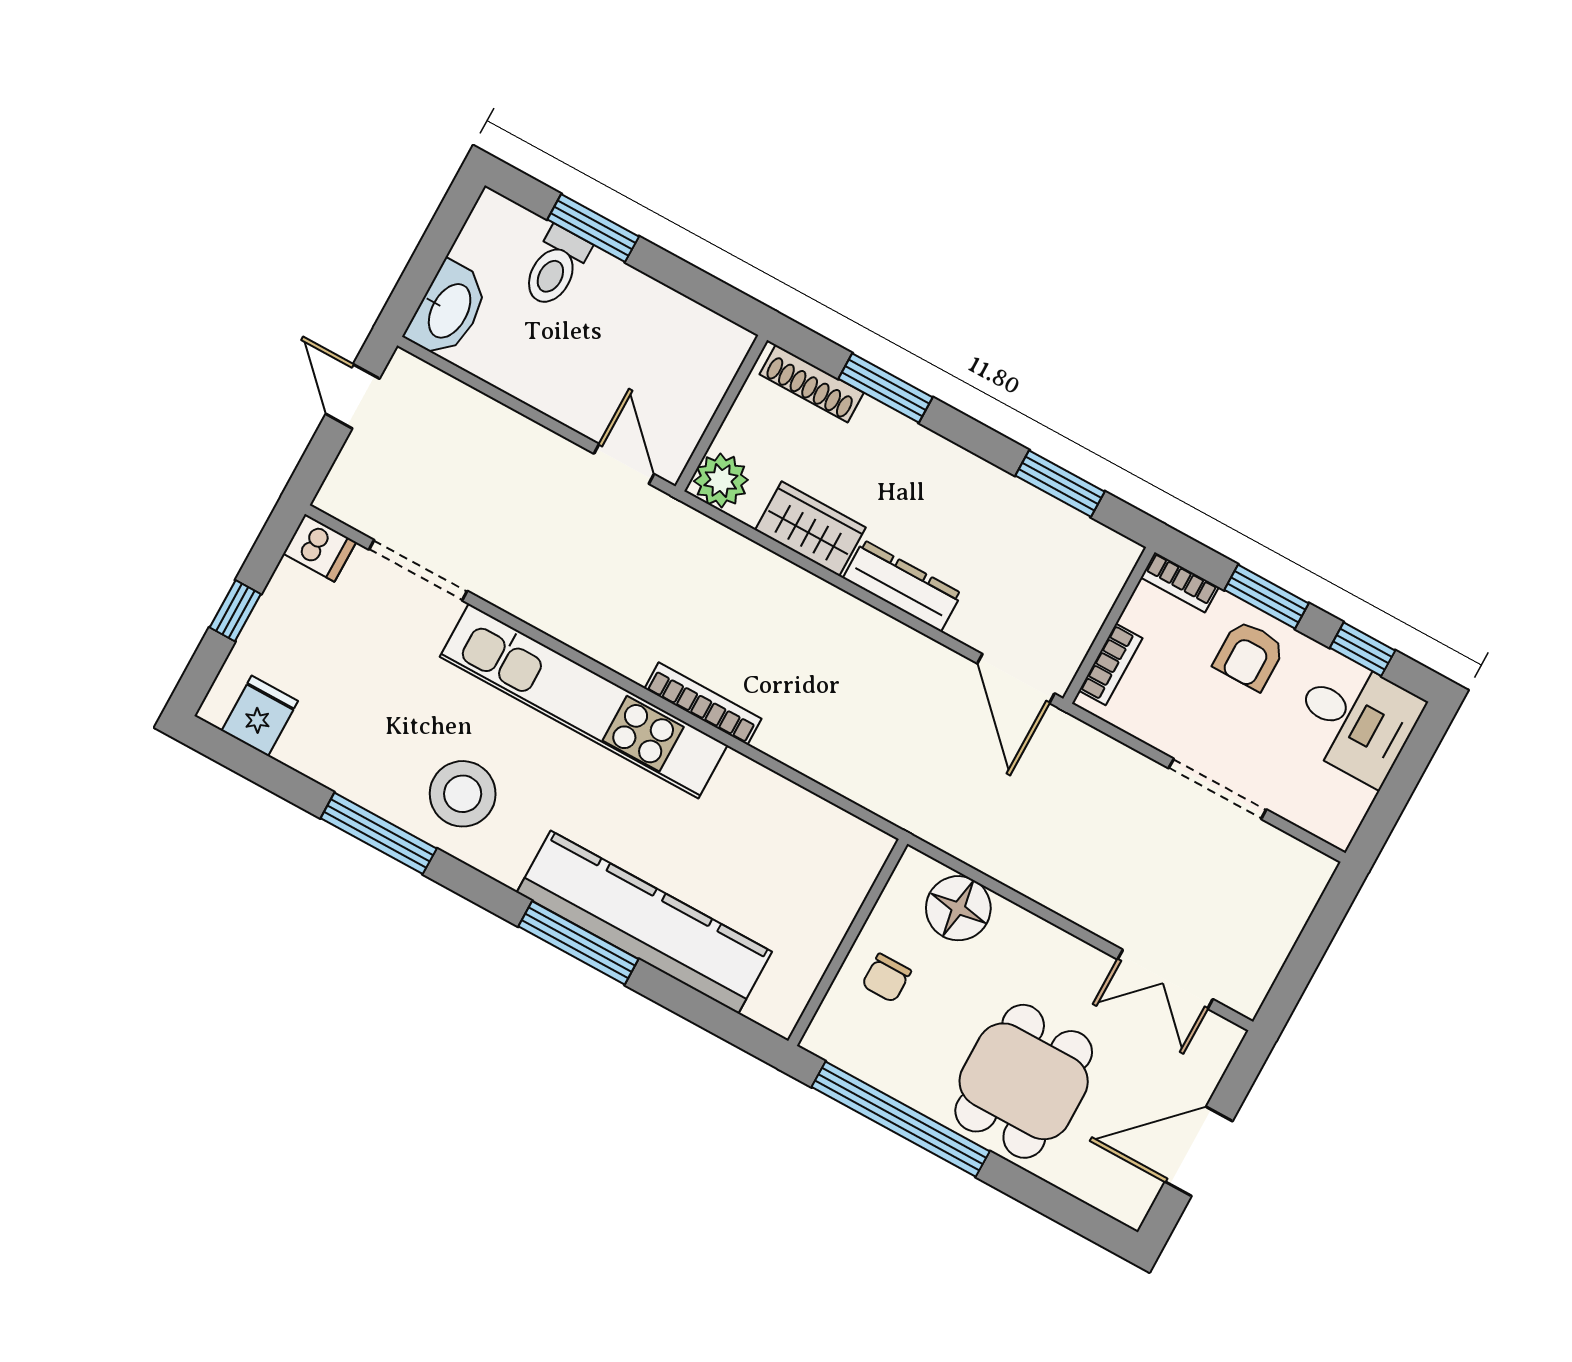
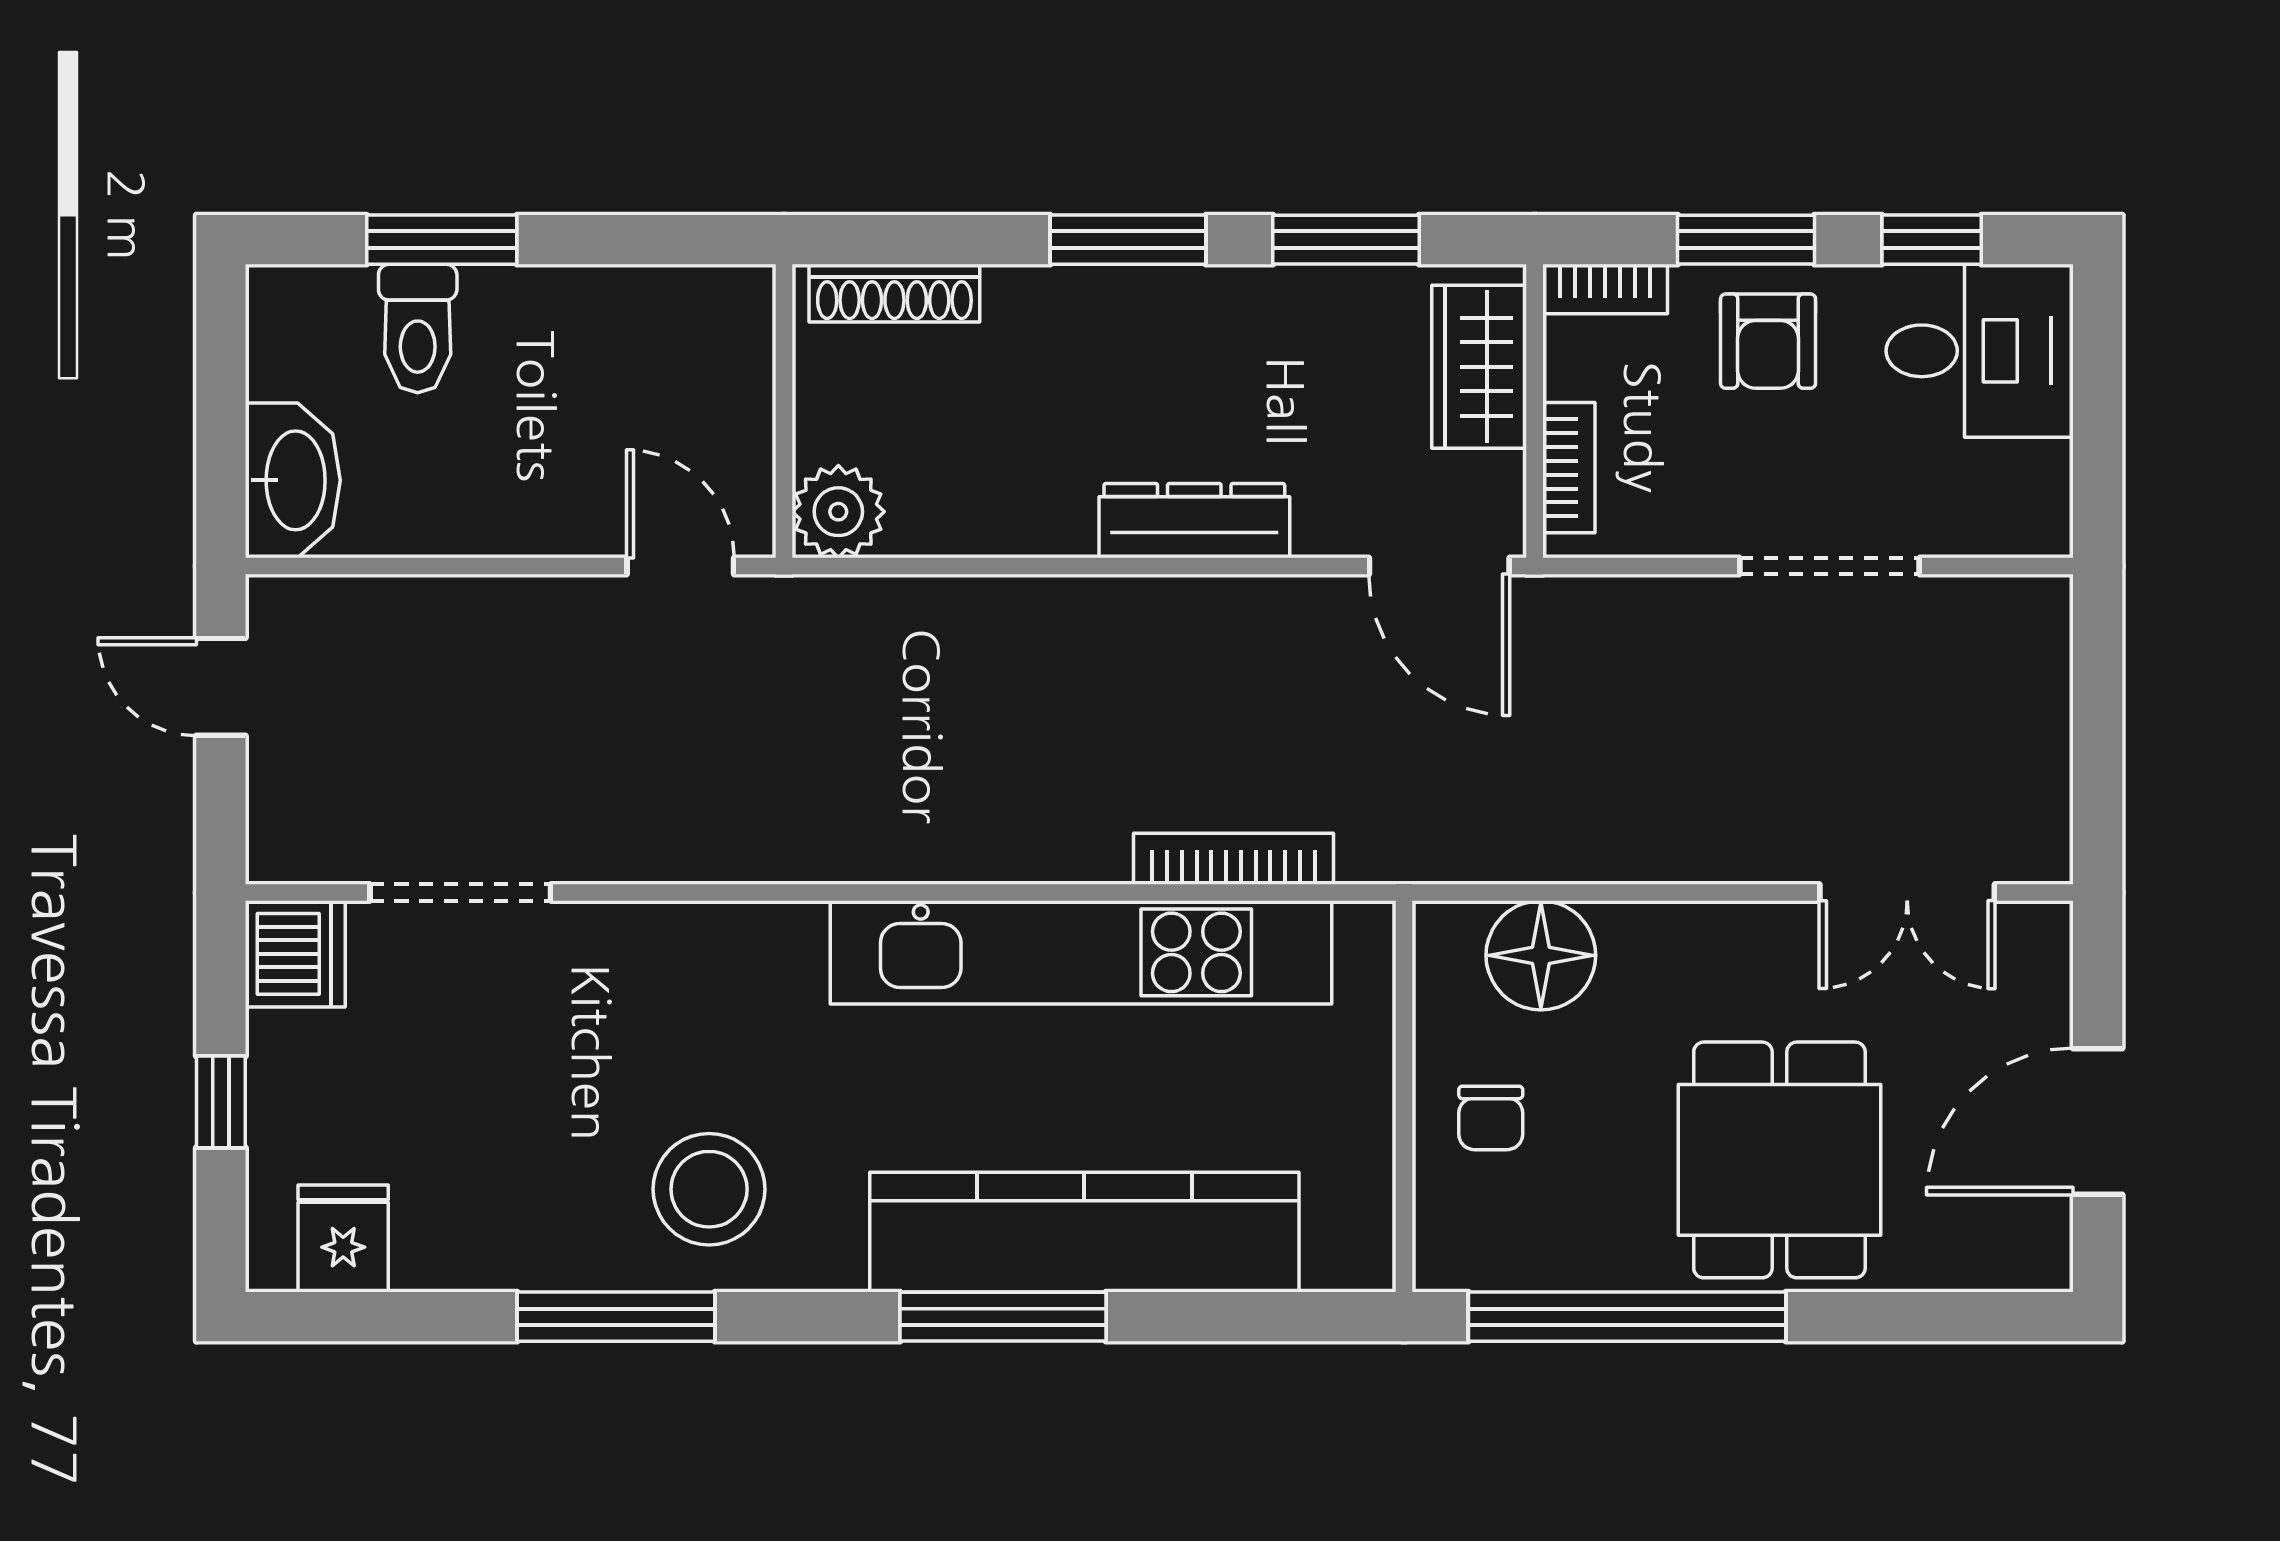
window: (886, 388) -> (1128, 240), moved
wardrobe: (810, 529) -> (1479, 367), moved, turned -90
dishwasher: (320, 548) -> (295, 954), width x1.38
kitchen unit: (584, 701) -> (1081, 952), moved
bookcase: (703, 704) -> (1234, 859), moved

